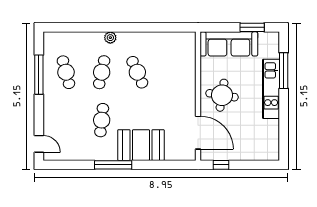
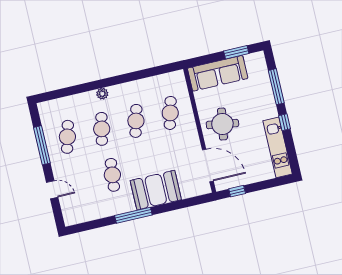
cafe table: (66, 72) -> (67, 137), turned 30
cafe table: (137, 72) -> (136, 121), turned 39
cafe table: (173, 72) -> (170, 113), added
kitchen unit: (271, 89) -> (278, 147), moved
window: (284, 108) -> (285, 122), added
door: (39, 144) -> (52, 190), moved

